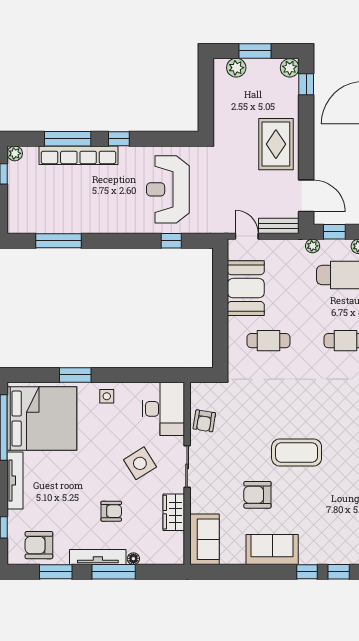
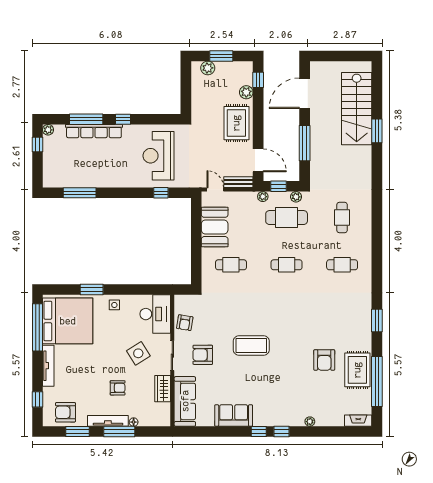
plant: (290, 68) -> (246, 92), moved
armchair: (257, 495) -> (203, 355), moved
sofa: (204, 539) -> (185, 401), width x1.36

